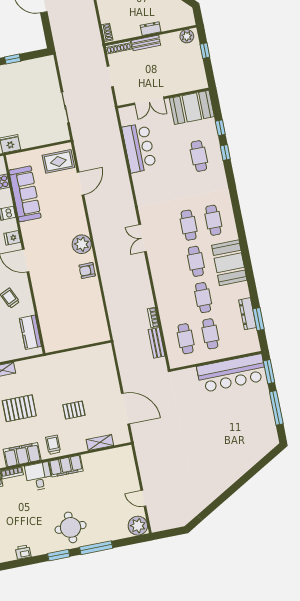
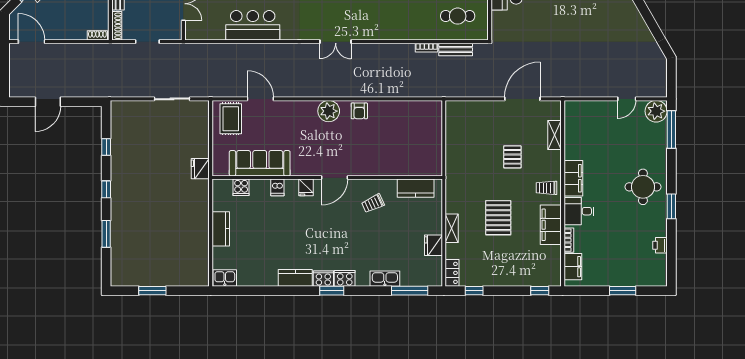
bar counter: (139, 148) -> (253, 25), moved
window: (96, 548) -> (671, 130), moved

